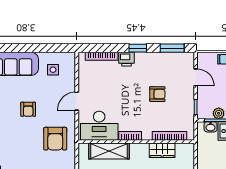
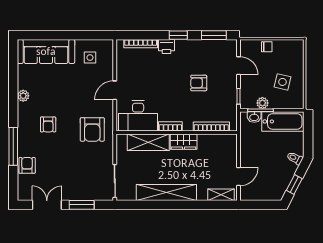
armchair: (157, 94) -> (199, 83), turned 180
armchair: (28, 109) -> (48, 124), moved
wardrobe: (162, 150) -> (184, 142), moved

